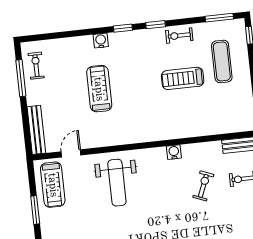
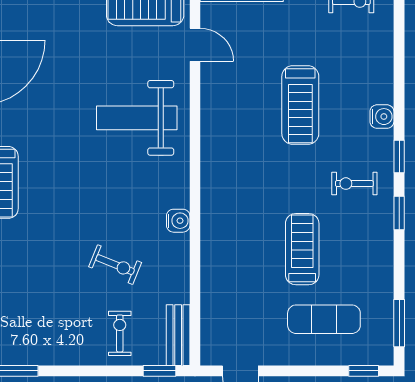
exercise bike: (179, 36) -> (354, 184), moved, turned -90
treadmill: (99, 89) -> (300, 105), turned 90

